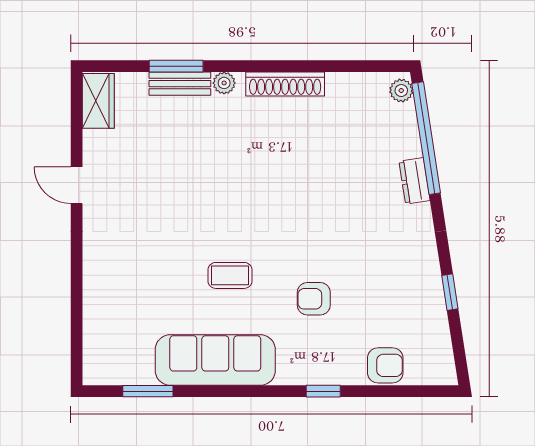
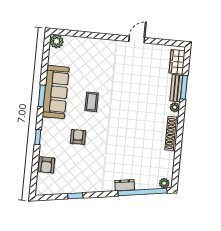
wardrobe: (98, 101) -> (177, 62), moved, turned 90
plant: (98, 369) -> (57, 41), added
window: (148, 391) -> (42, 96), moved

